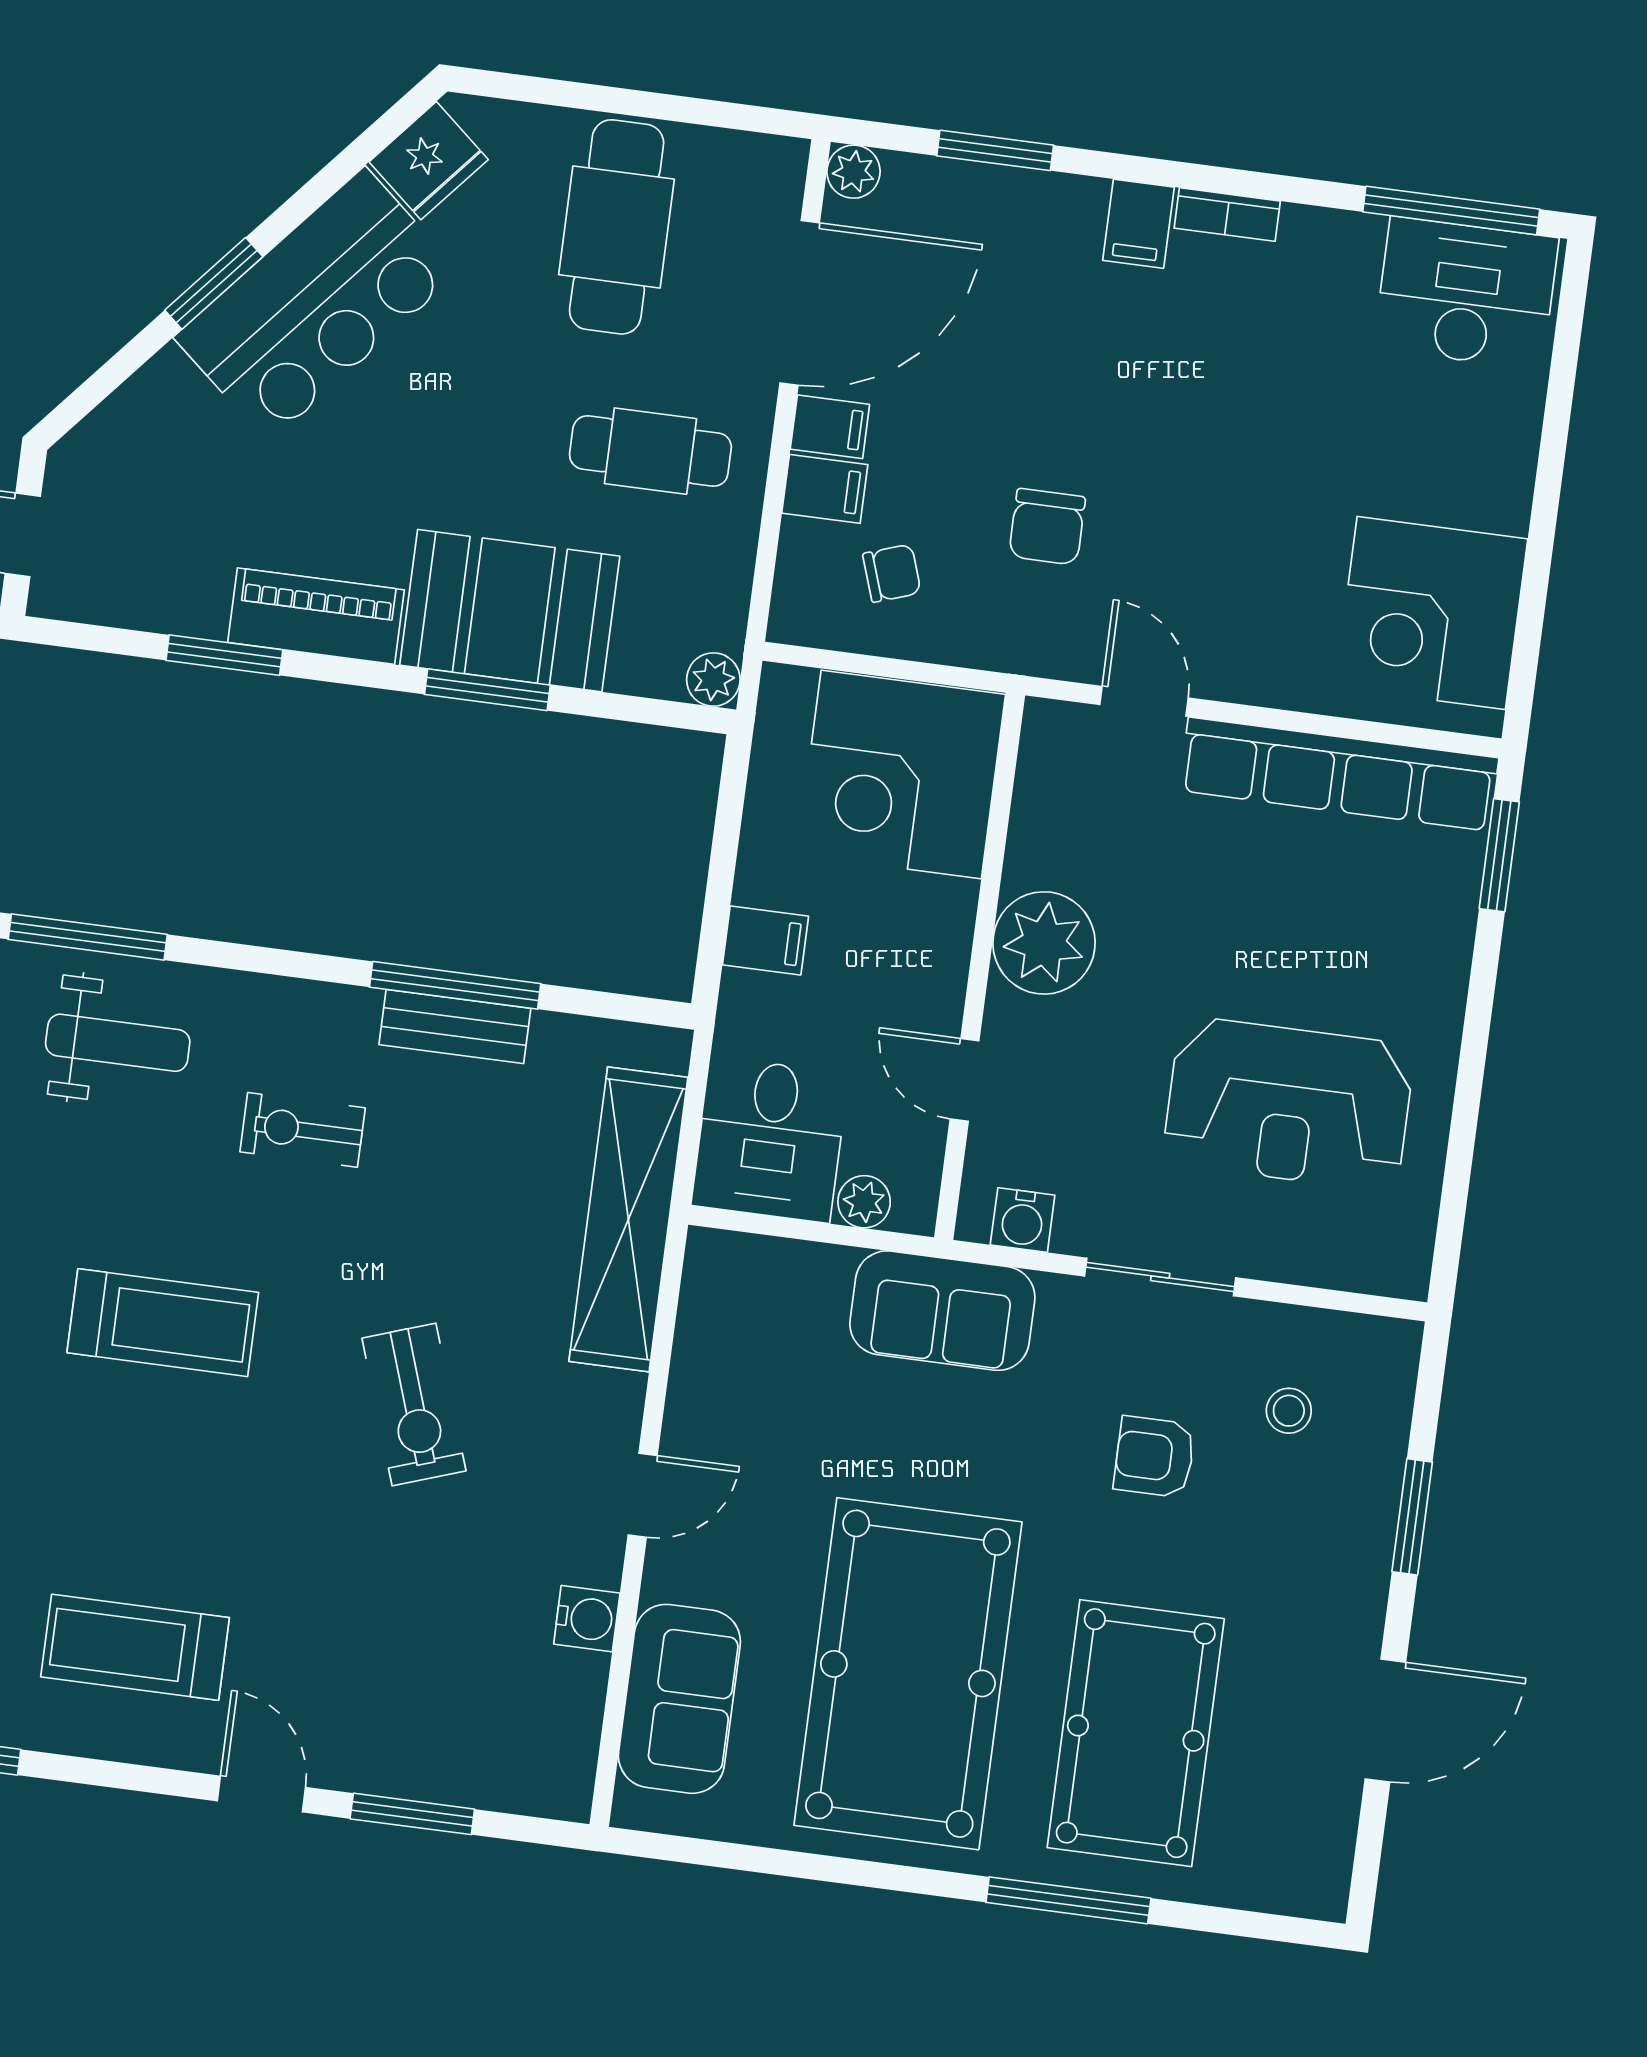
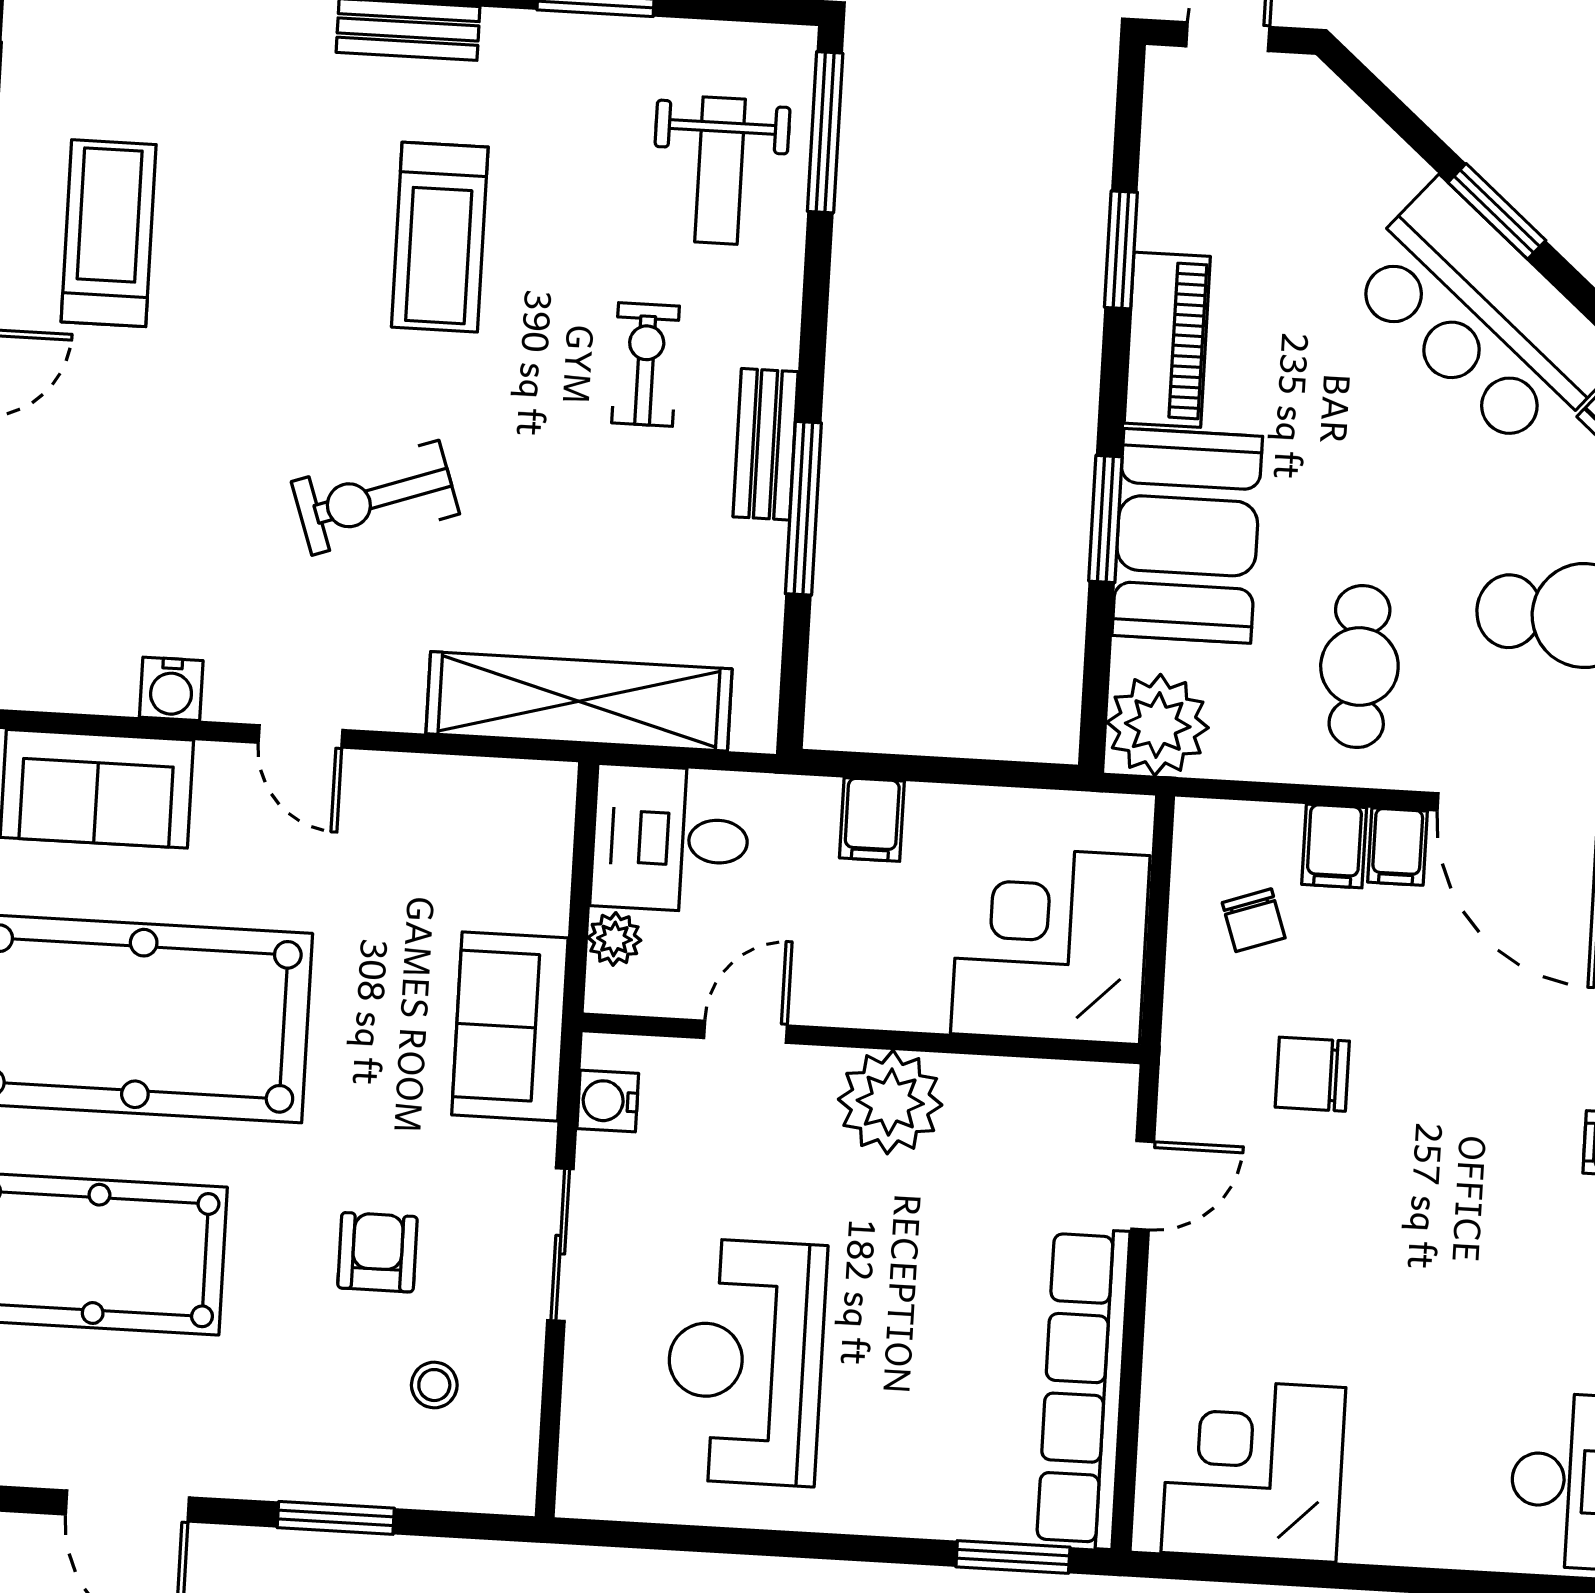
plant: (713, 680) -> (1158, 725), width x1.87, depth x1.87
bench: (455, 1026) -> (766, 444), moved

